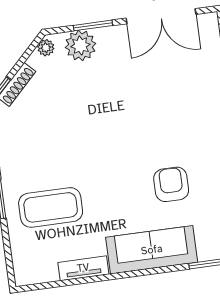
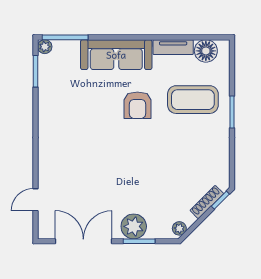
plant: (80, 46) -> (134, 226), moved
armchair: (171, 184) -> (137, 105), moved
floor lamp: (43, 269) -> (206, 51), added

